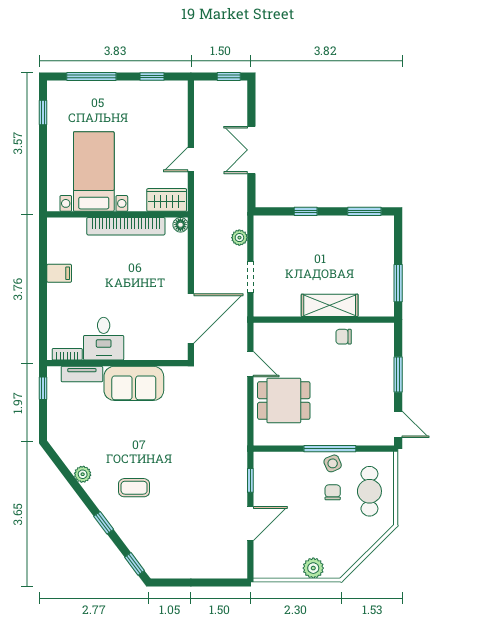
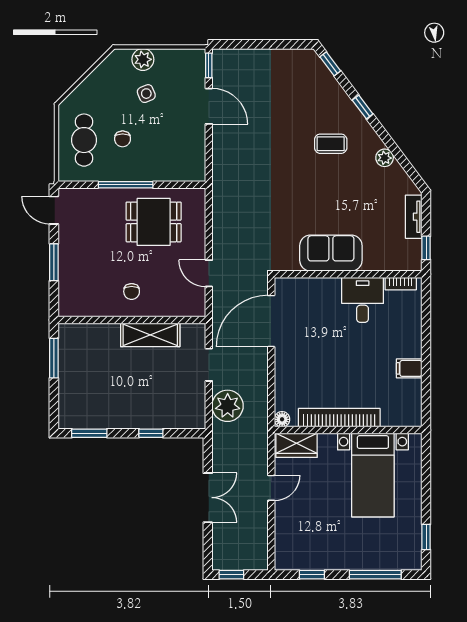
plant: (239, 238) -> (228, 406), width x1.88, depth x1.88
shelving: (330, 305) -> (150, 335), moved
chair: (344, 337) -> (132, 291), moved, turned 90
tv unit: (82, 374) -> (414, 217), moved, turned -90
dining table: (284, 400) -> (154, 222), moved
side table: (333, 463) -> (146, 94), moved
window: (250, 480) -> (209, 65), moved
door: (250, 524) -> (209, 106), swing flipped

